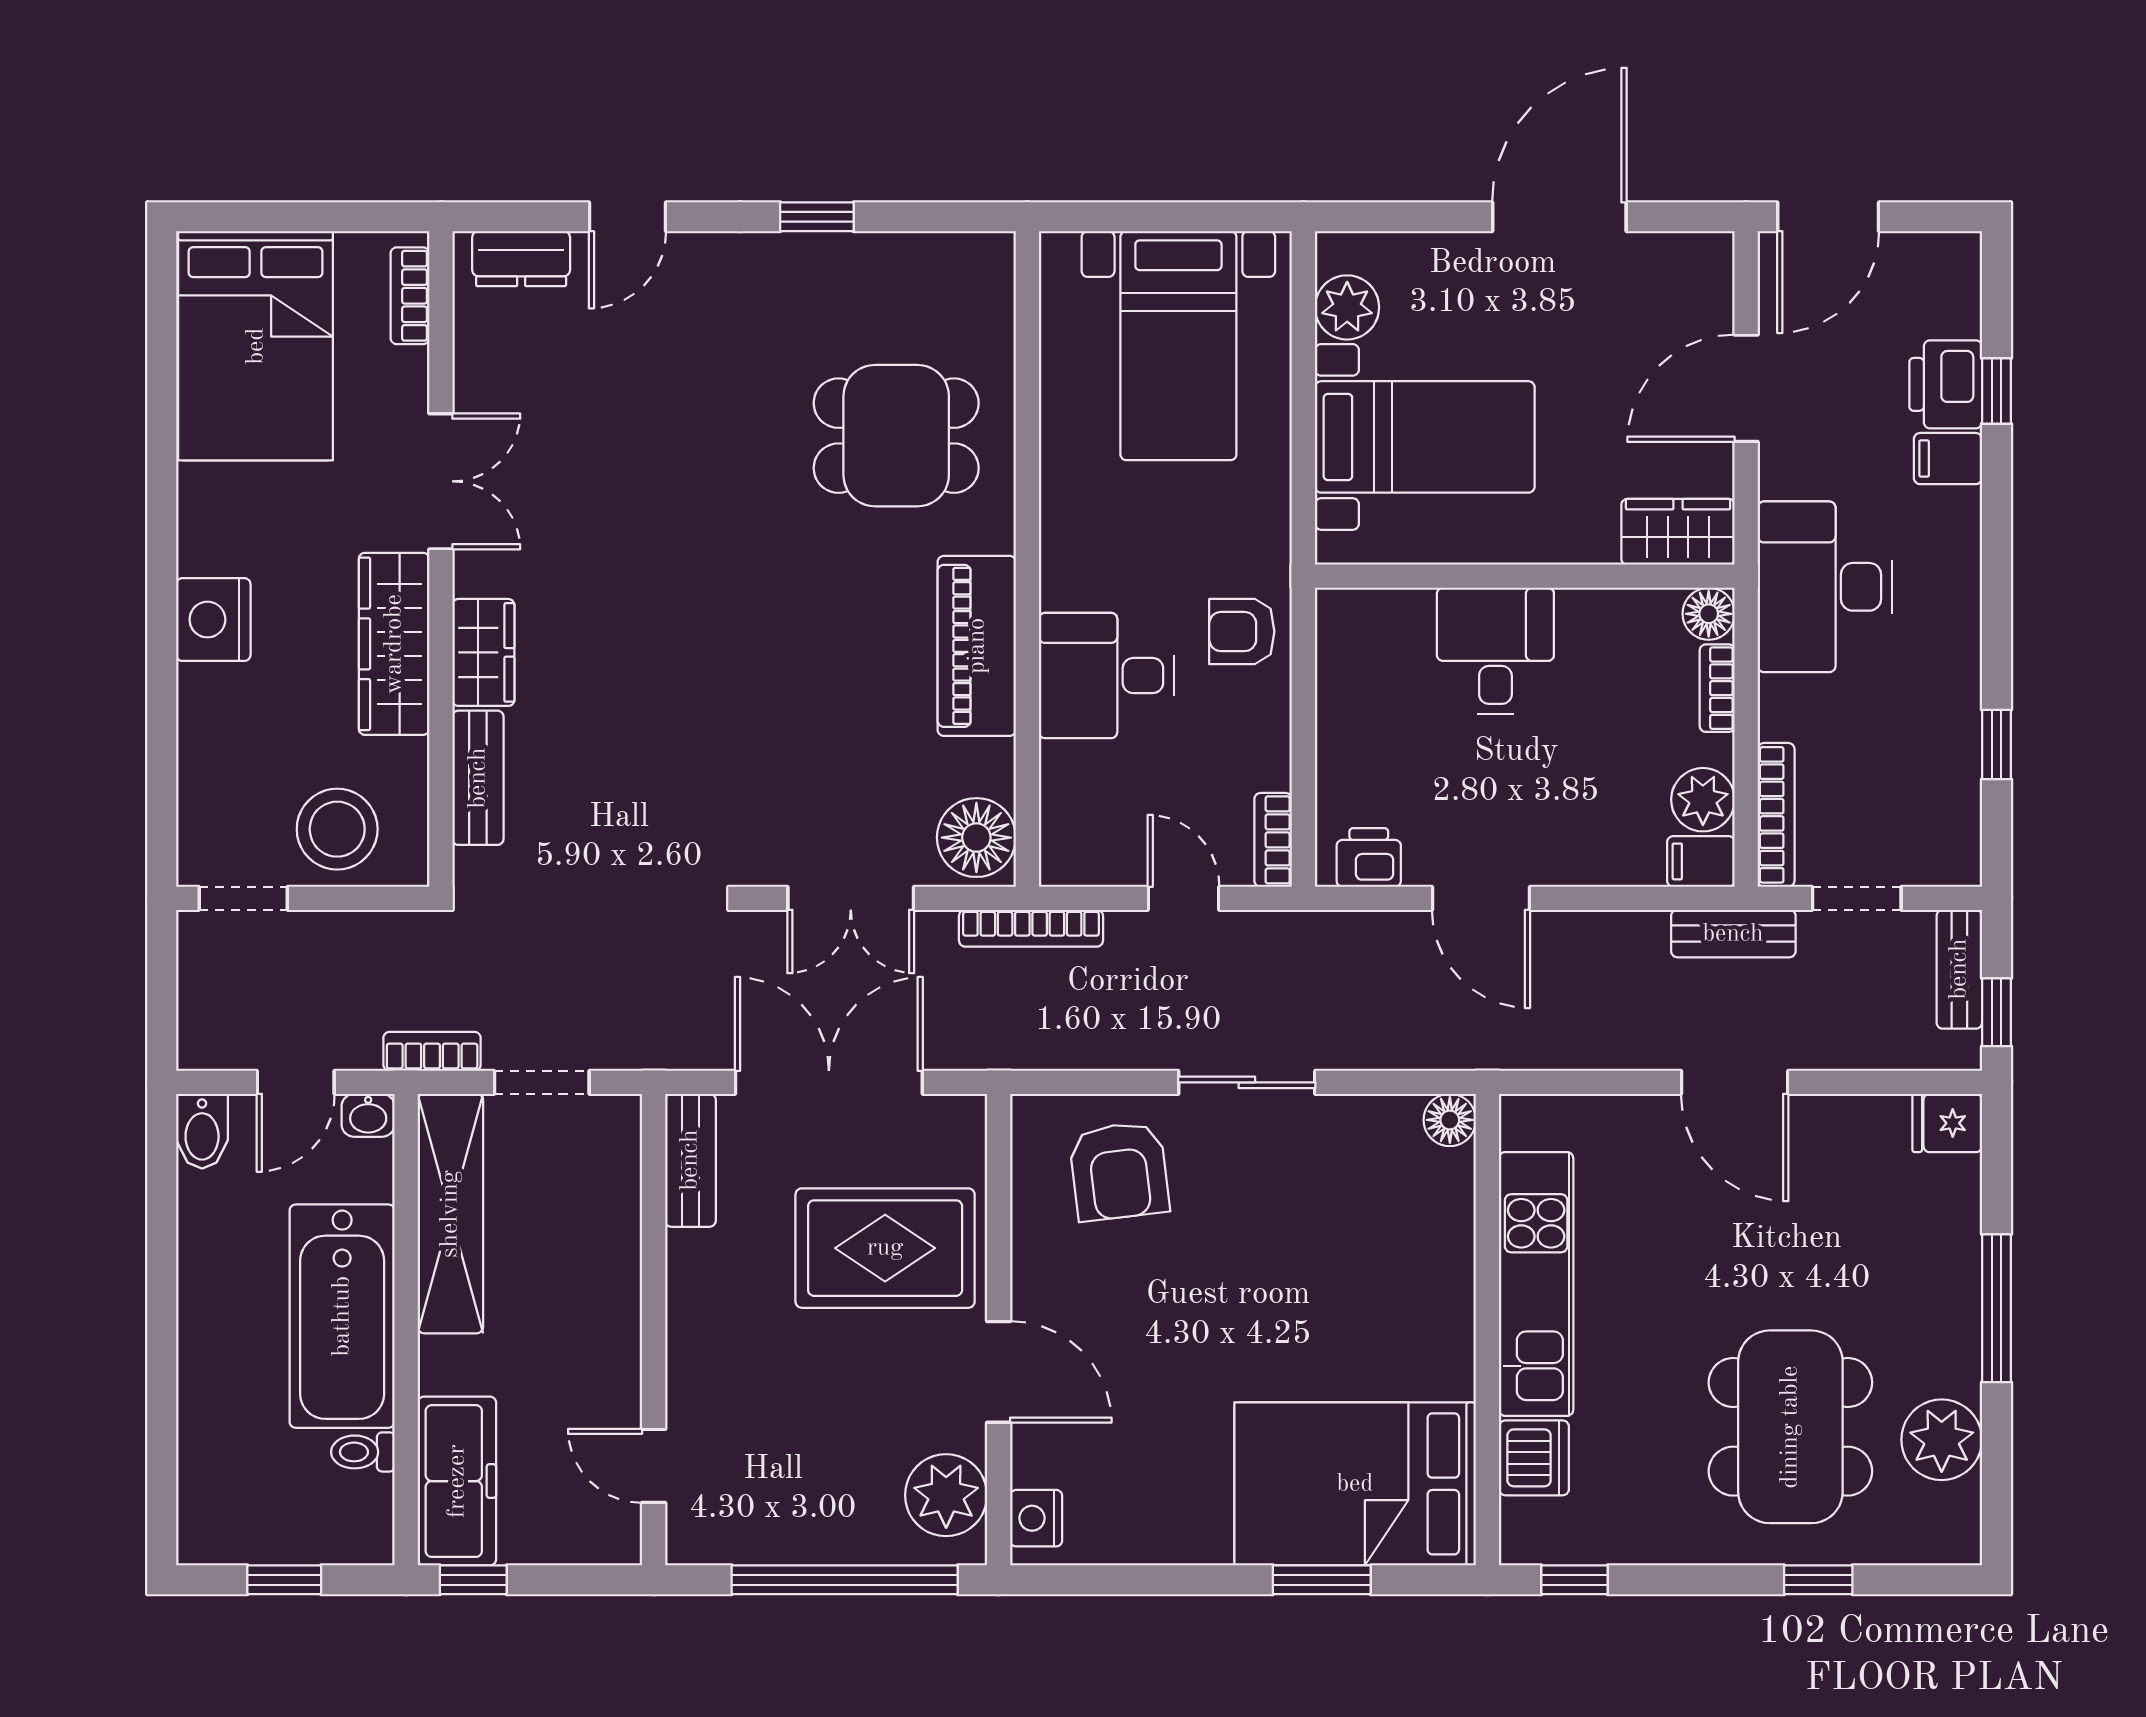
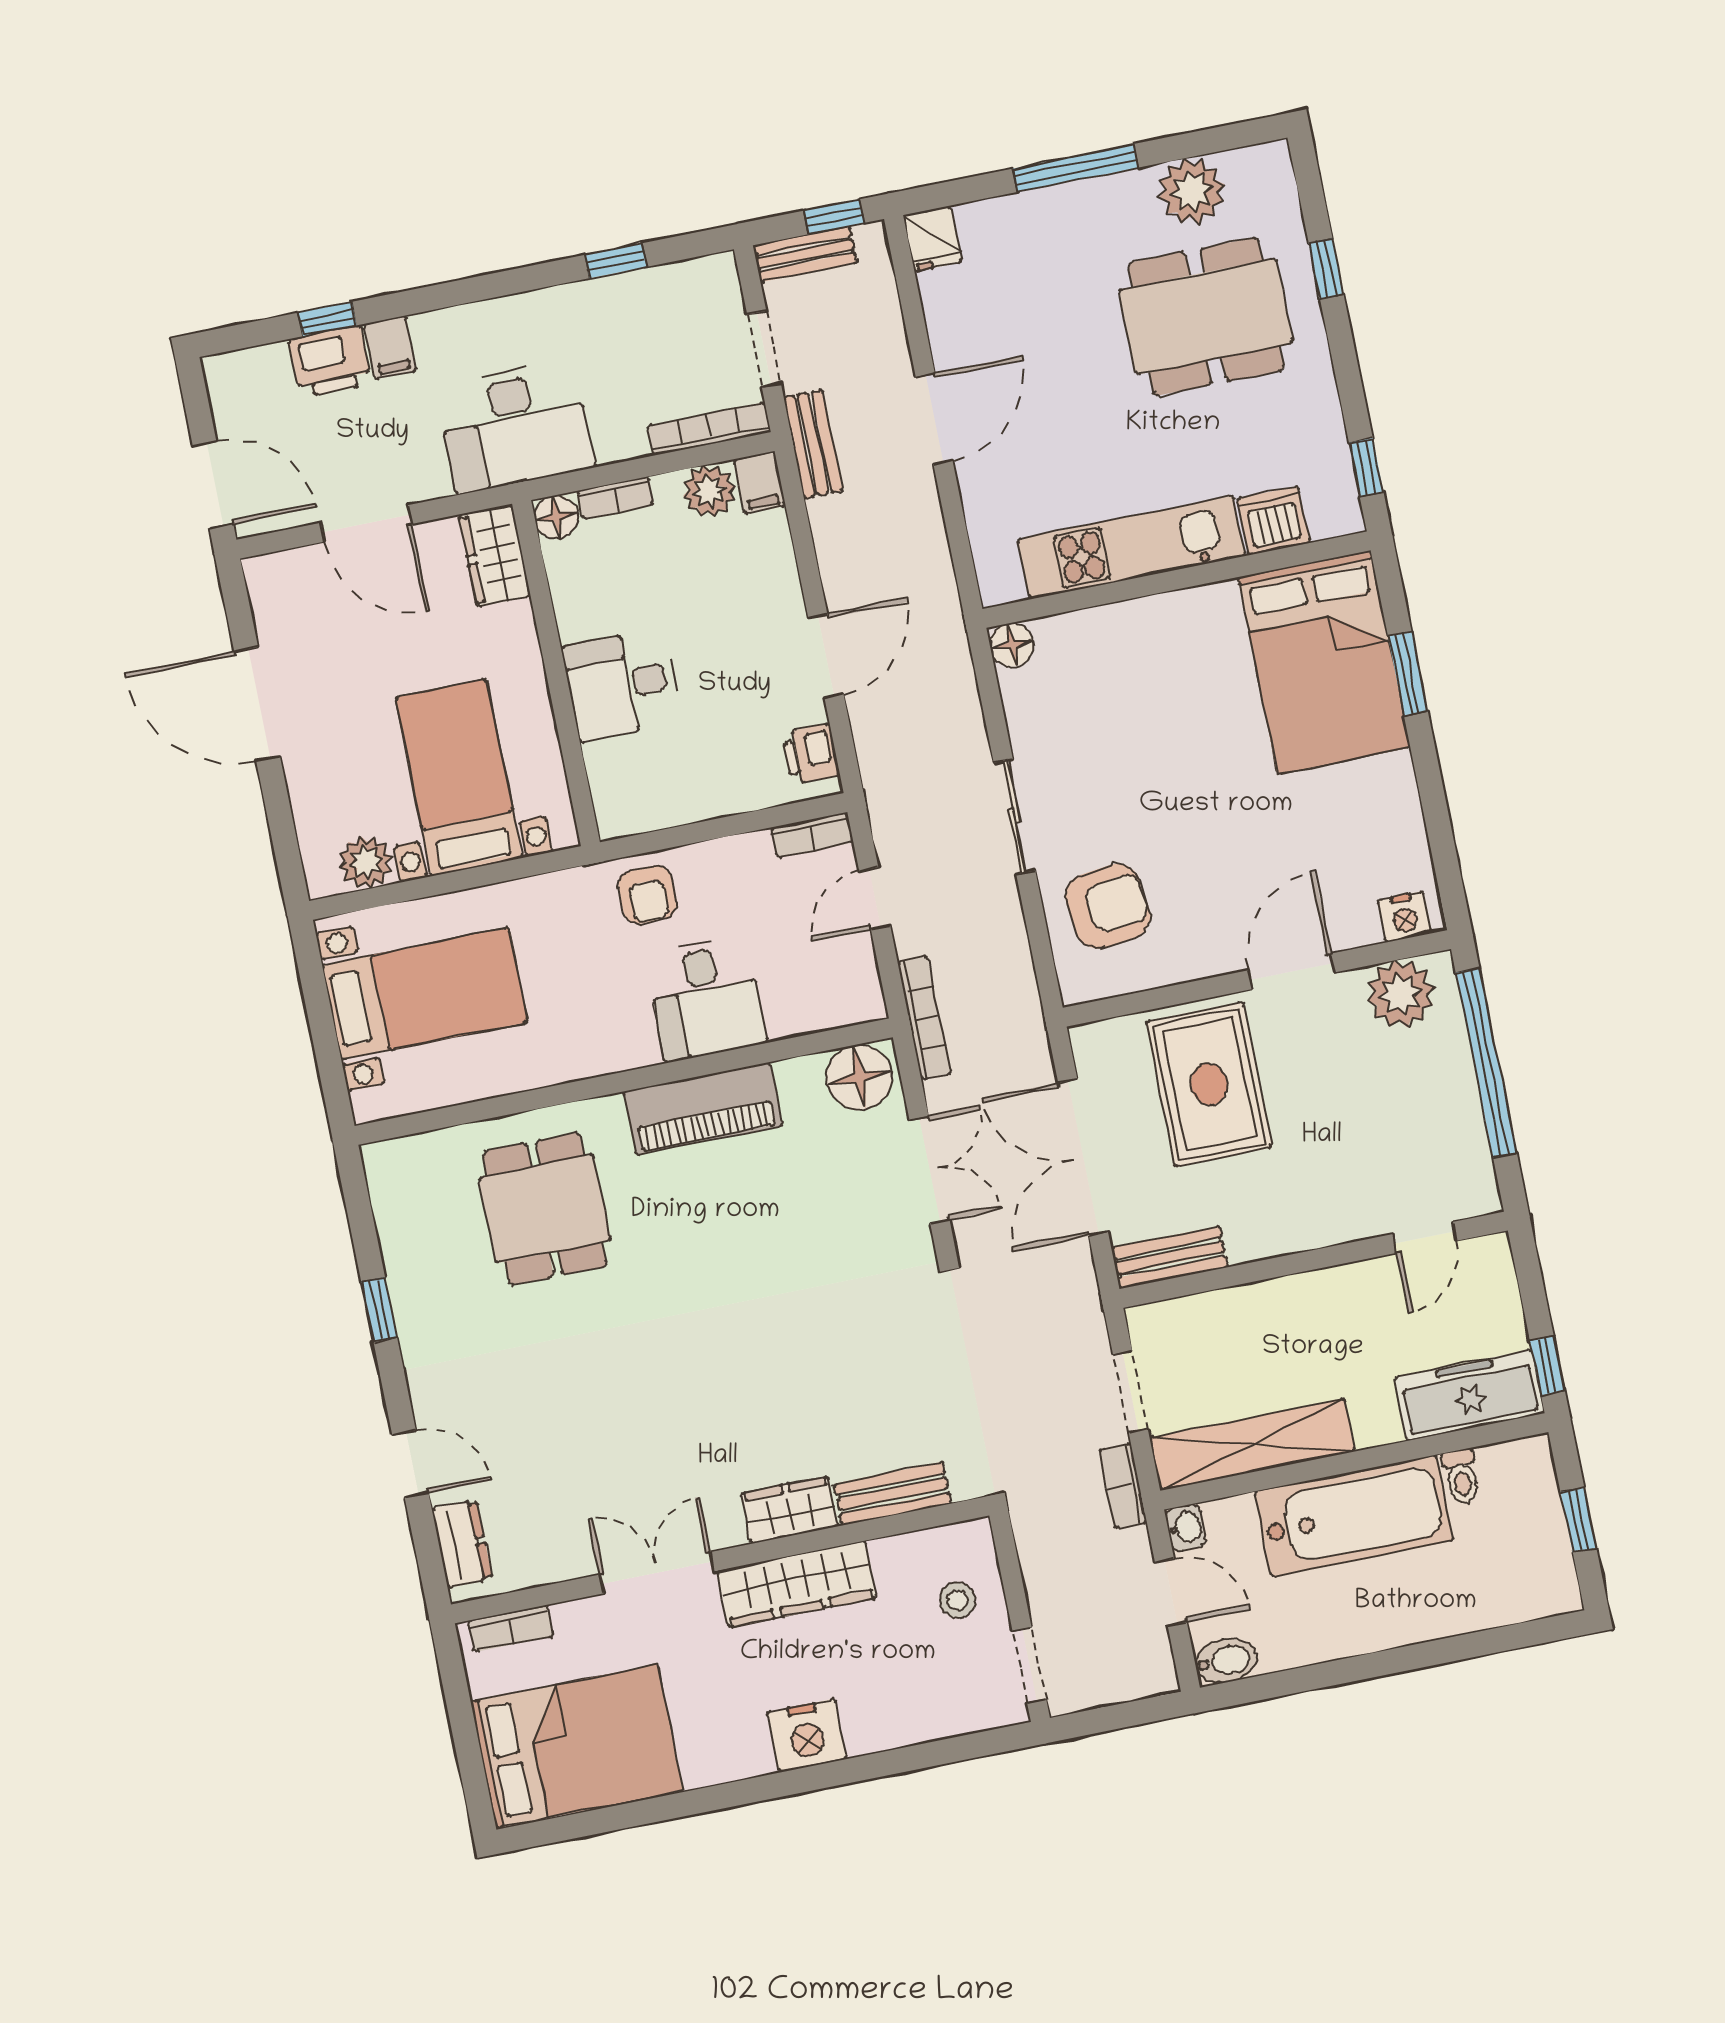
stool: (337, 829) -> (958, 1600), width x0.53, depth x0.53

